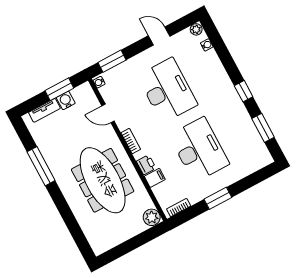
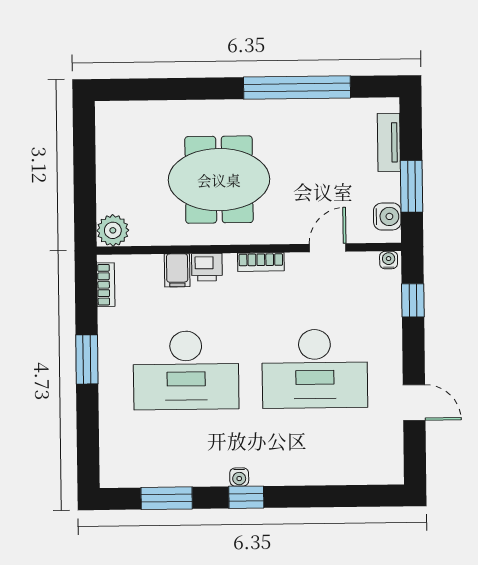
plant: (196, 29) -> (393, 471), removed
door: (159, 36) -> (414, 403), hinge flipped
water cooler: (207, 45) -> (239, 477), moved
window: (112, 61) -> (413, 300), width x0.67
water cooler: (66, 100) -> (387, 216), moved
window: (41, 166) -> (297, 88), width x1.46
meeting table: (103, 180) -> (219, 180), width x0.73

